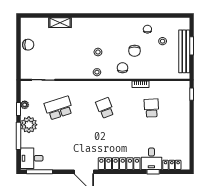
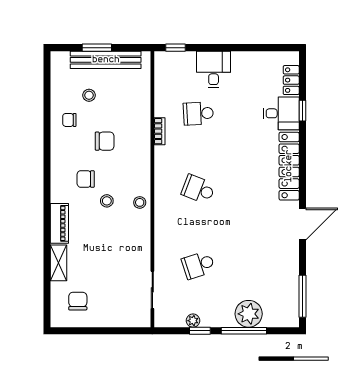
piano: (84, 23) -> (59, 223), added
chair: (28, 45) -> (78, 301), moved
chair: (122, 68) -> (86, 179), moved
school desk: (59, 108) -> (198, 265), width x0.54
school desk: (105, 108) -> (198, 189), turned 42
plant: (29, 125) -> (249, 314), moved
desk: (32, 158) -> (214, 69), moved, turned 180

